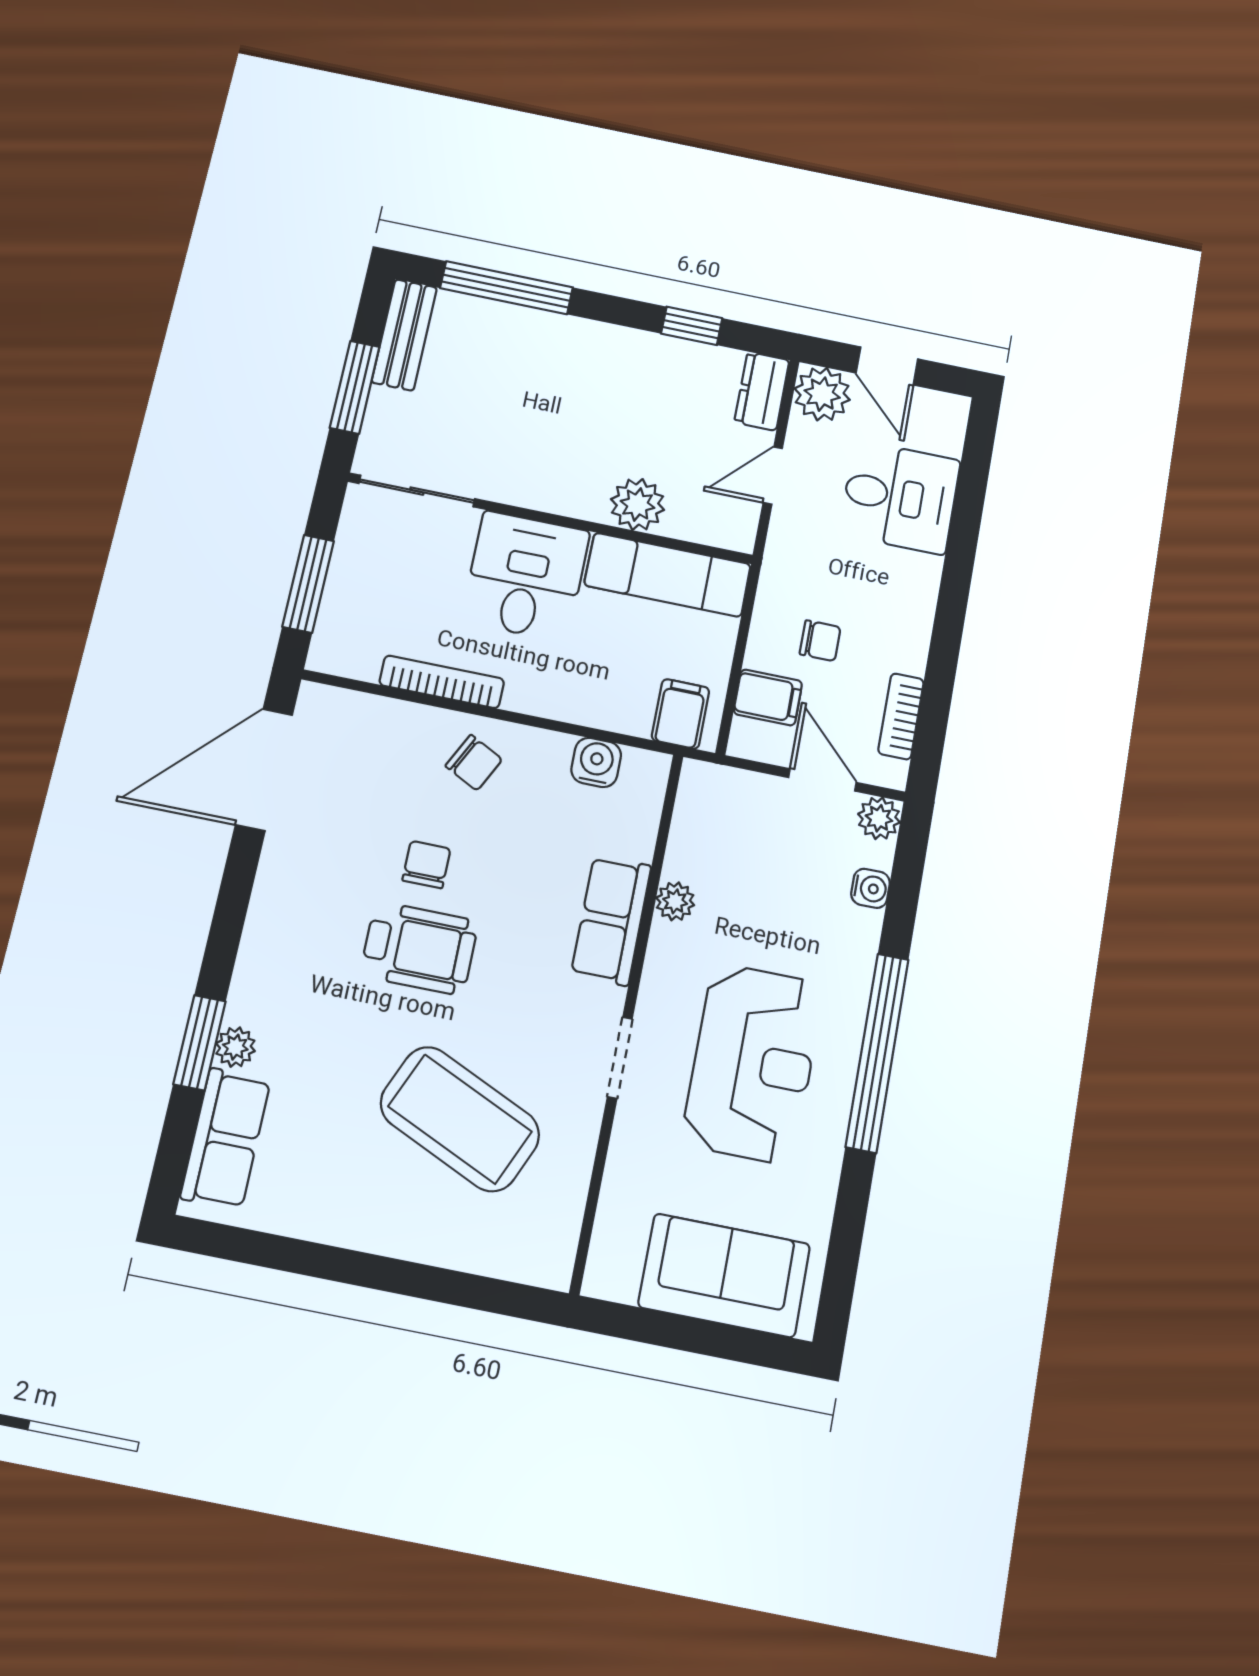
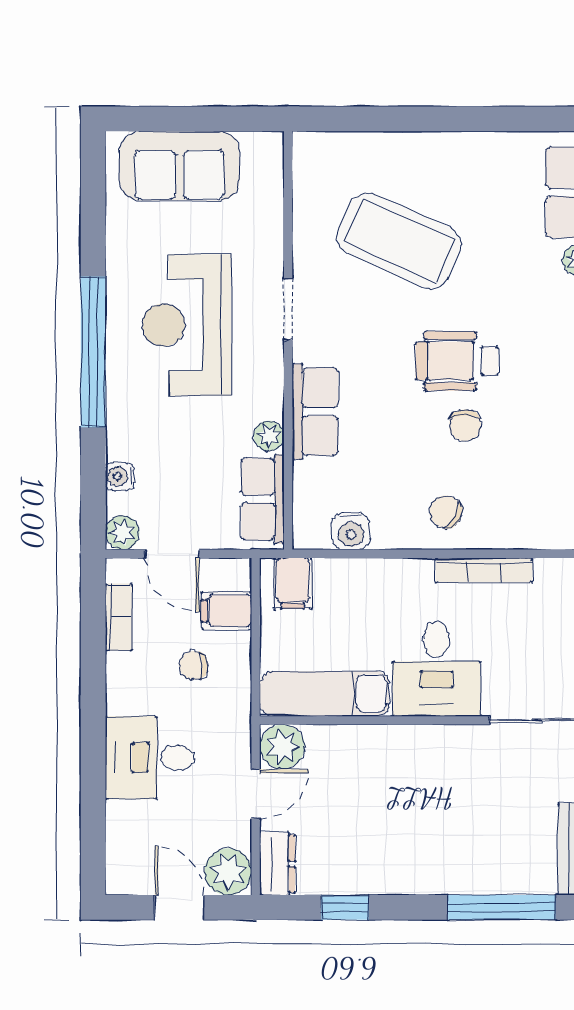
desk: (900, 497) -> (150, 758), moved
plant: (638, 504) -> (282, 747), moved
row of seats: (698, 824) -> (263, 499), added

